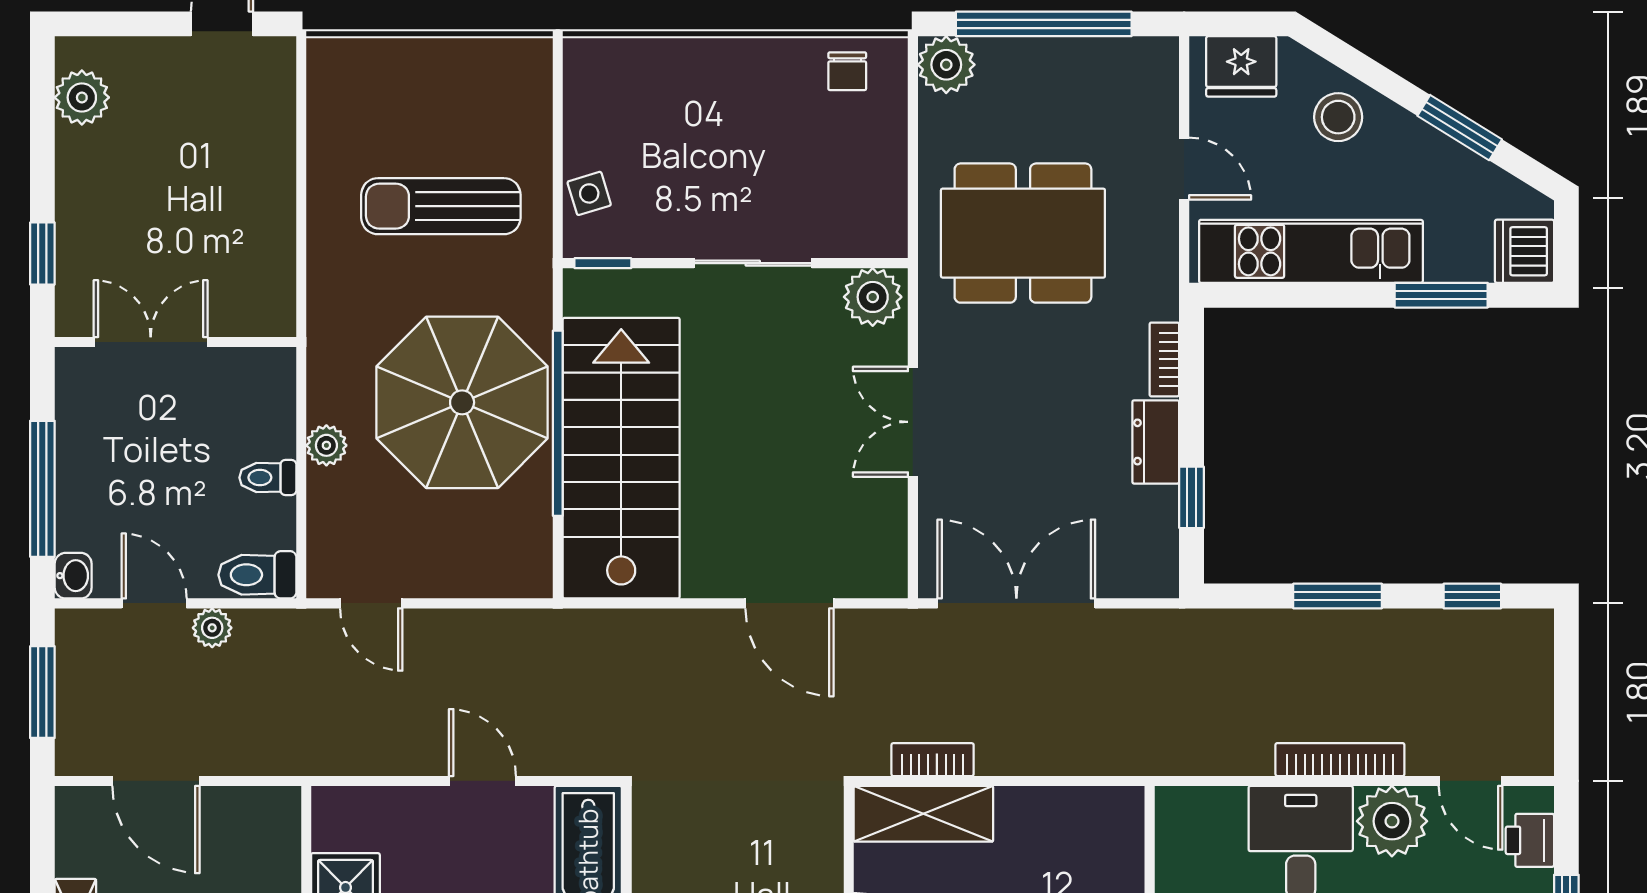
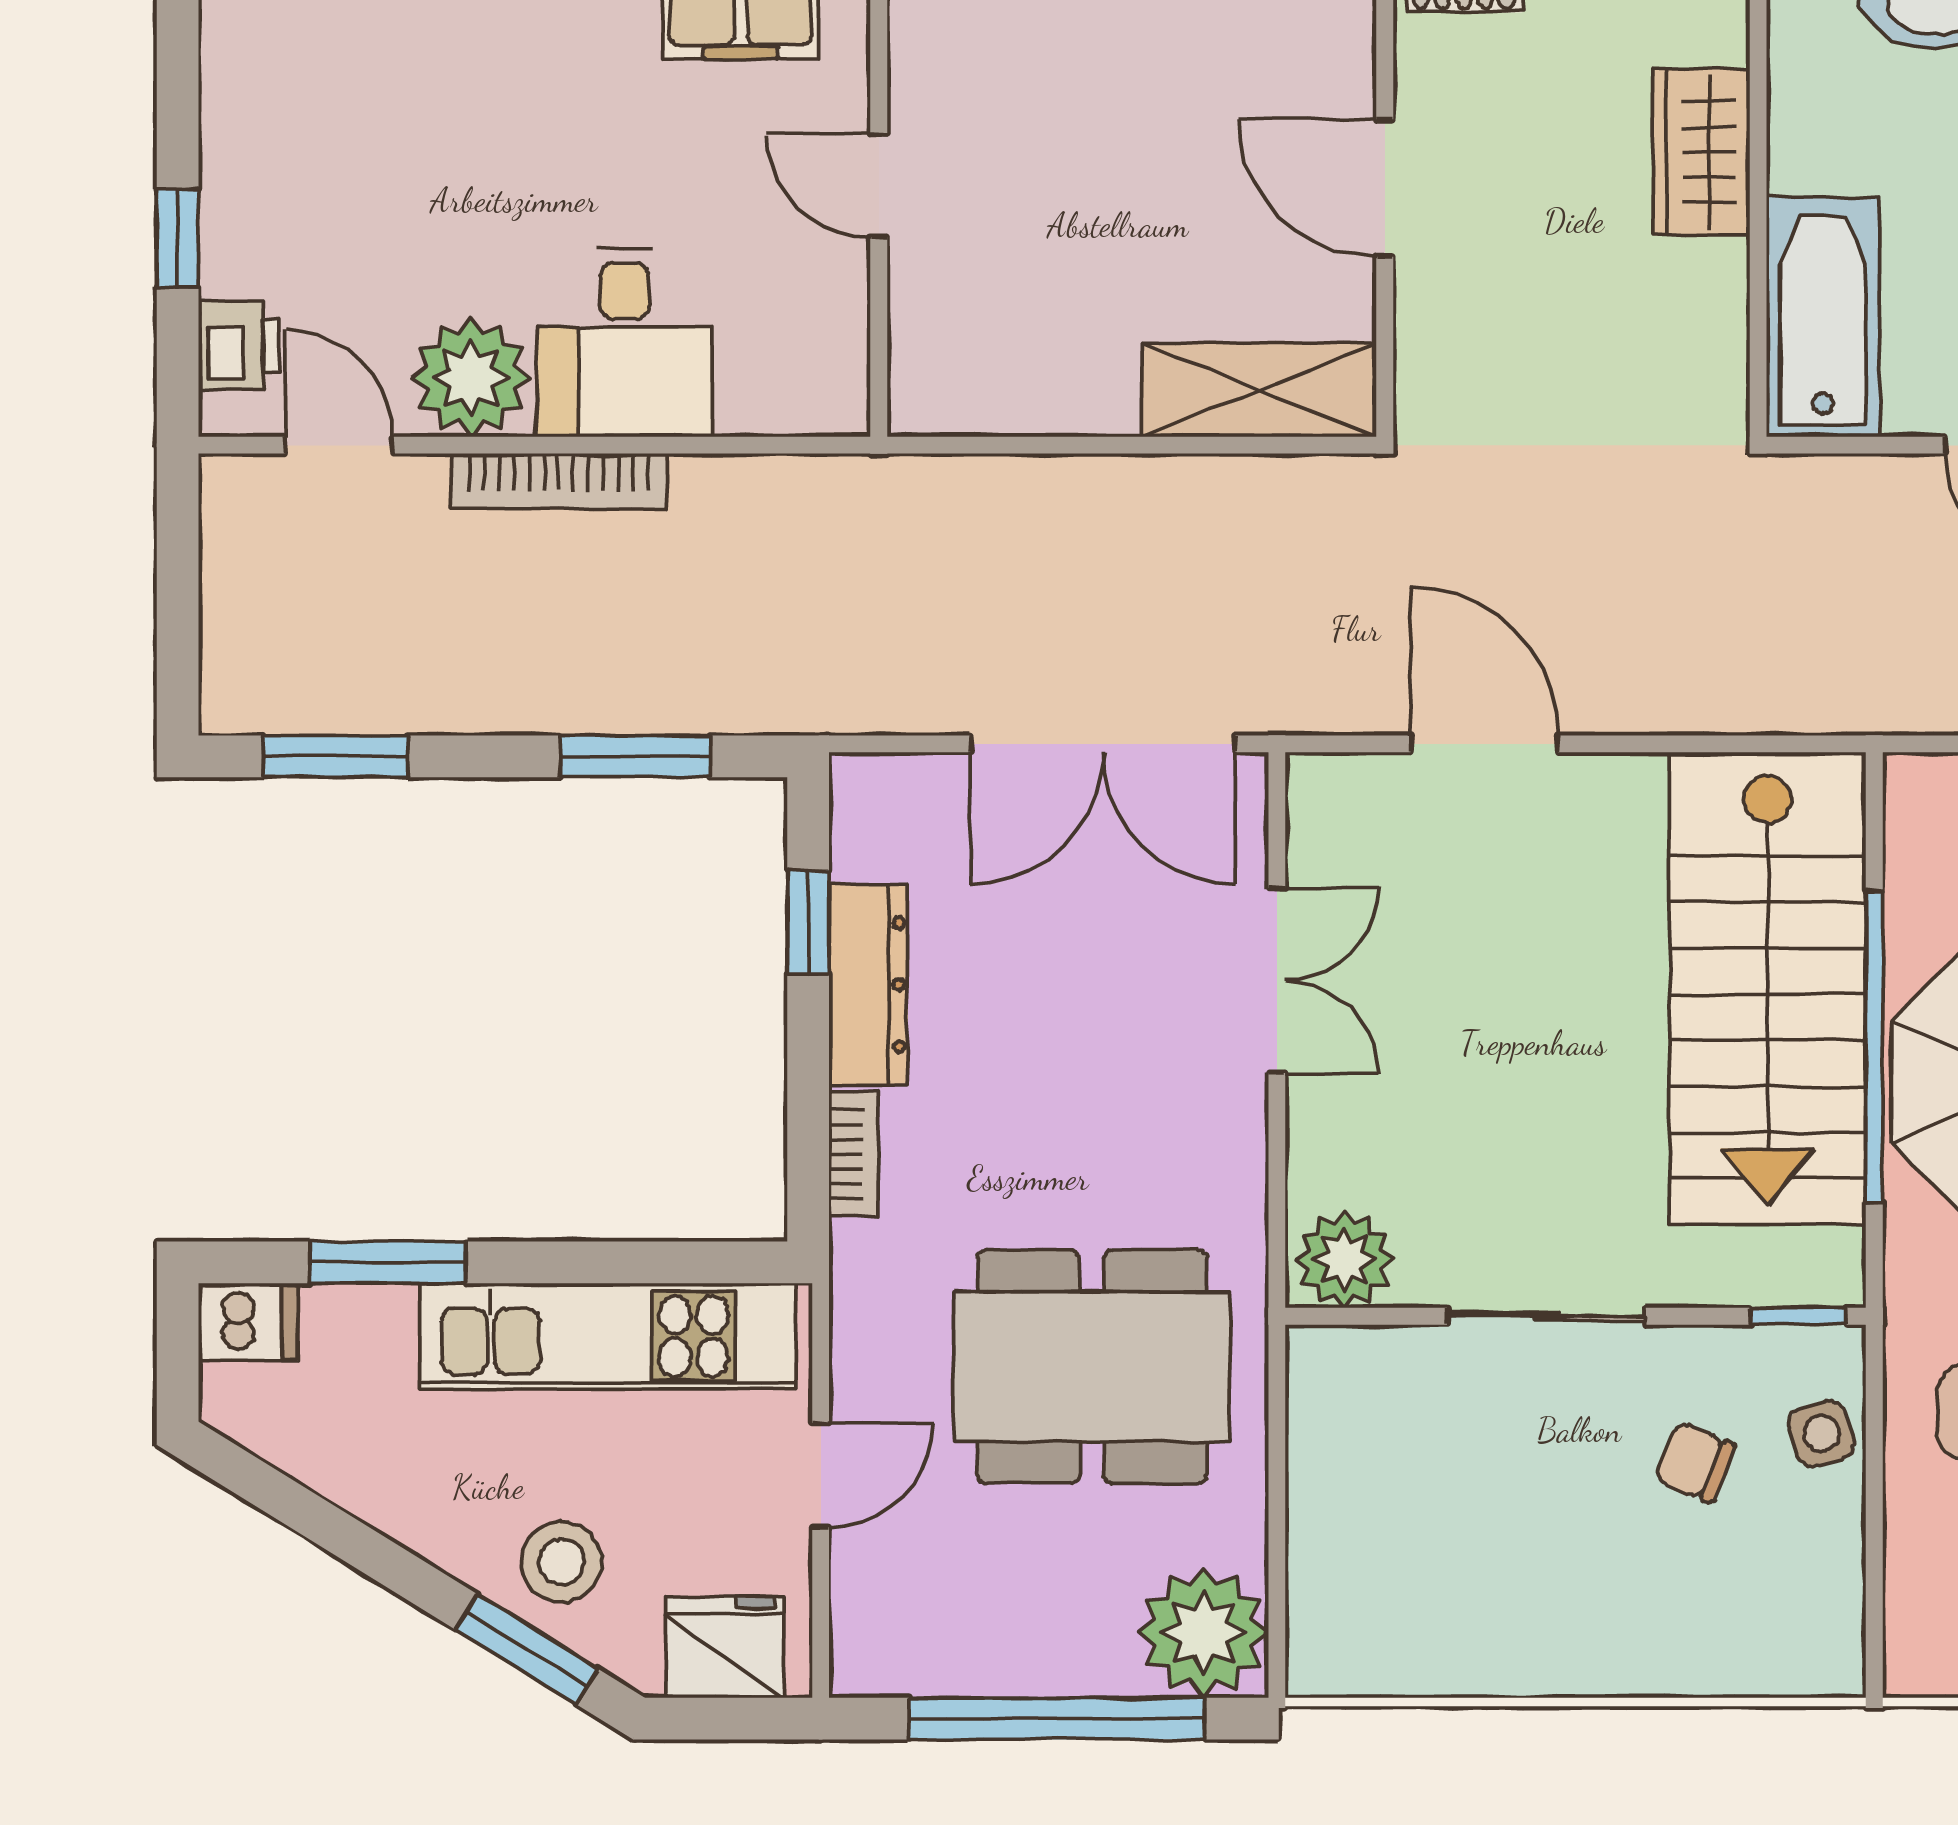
plant: (946, 65) -> (1203, 1633), width x1.36, depth x1.36
chair: (847, 71) -> (1694, 1462), moved, turned -68
window: (1460, 128) -> (527, 1649), moved
door: (1184, 169) -> (821, 1475), swing flipped
dishwasher: (1524, 251) -> (248, 1322), width x0.73
double door: (913, 422) -> (1277, 981), moved
dresser: (1156, 442) -> (868, 985), width x1.44
window: (1338, 596) -> (635, 756), moved
window: (1472, 596) -> (336, 756), width x1.50
bookcase: (933, 760) -> (1244, 481), removed

